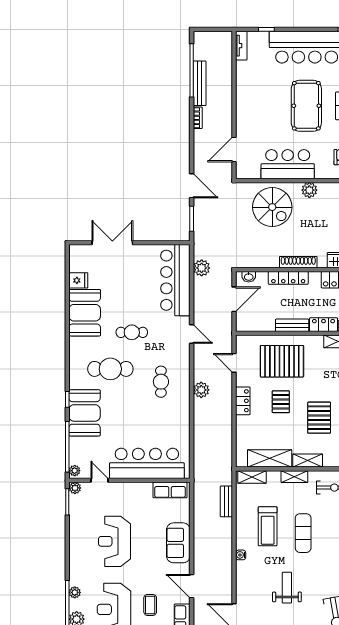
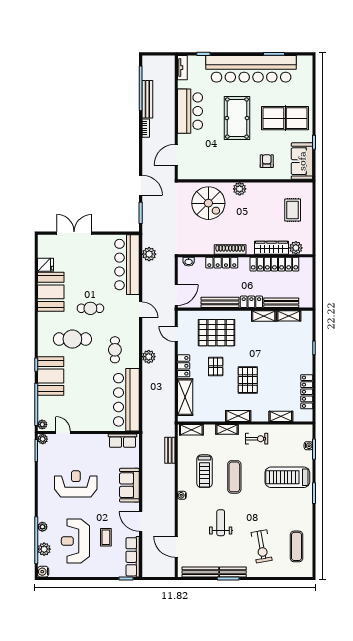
bar counter: (288, 164) -> (190, 111), moved, turned 90
door: (234, 299) -> (176, 295), moved
bench: (292, 325) -> (220, 302), width x1.36
shelving: (270, 458) -> (185, 397), moved, turned 90
bar counter: (147, 463) -> (126, 400), moved, turned -90
reception desk: (114, 541) -> (76, 484), turned 90

